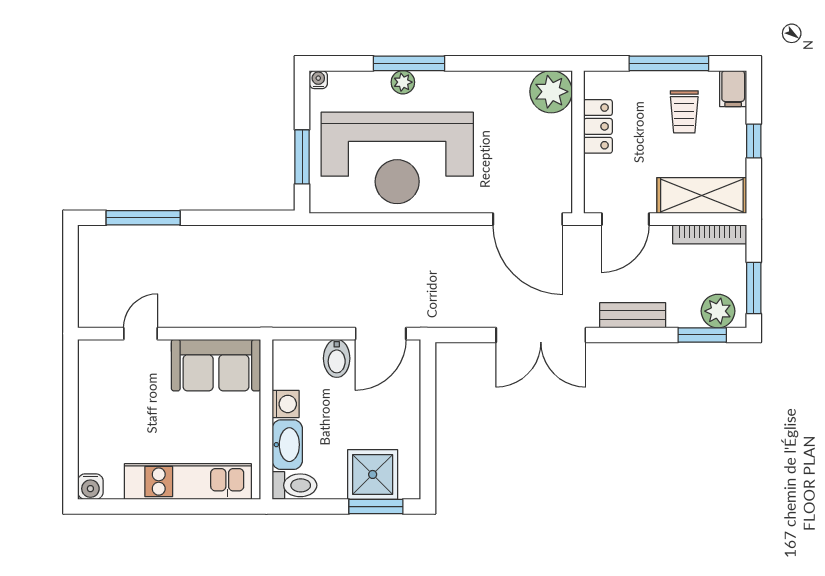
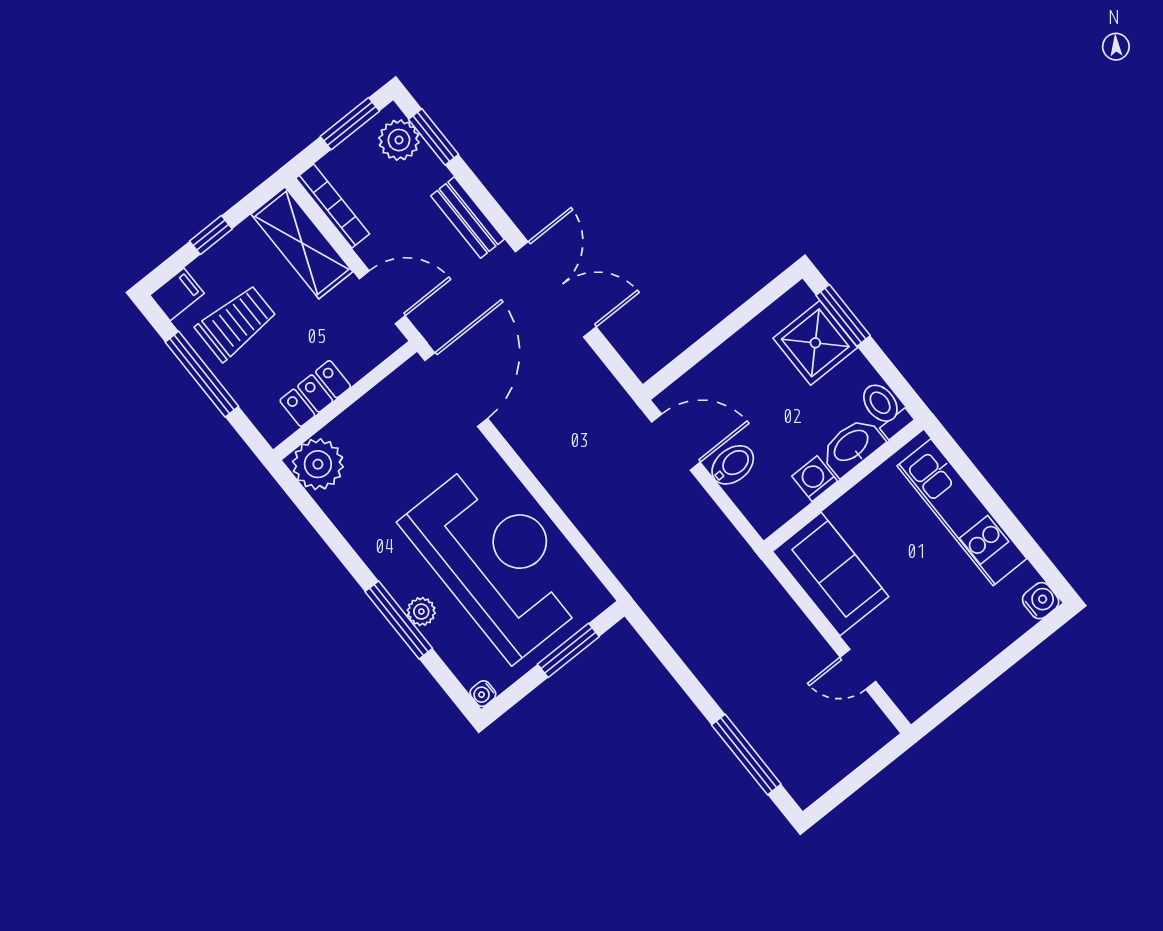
trolley: (684, 112) -> (236, 323), width x1.36, depth x1.39

